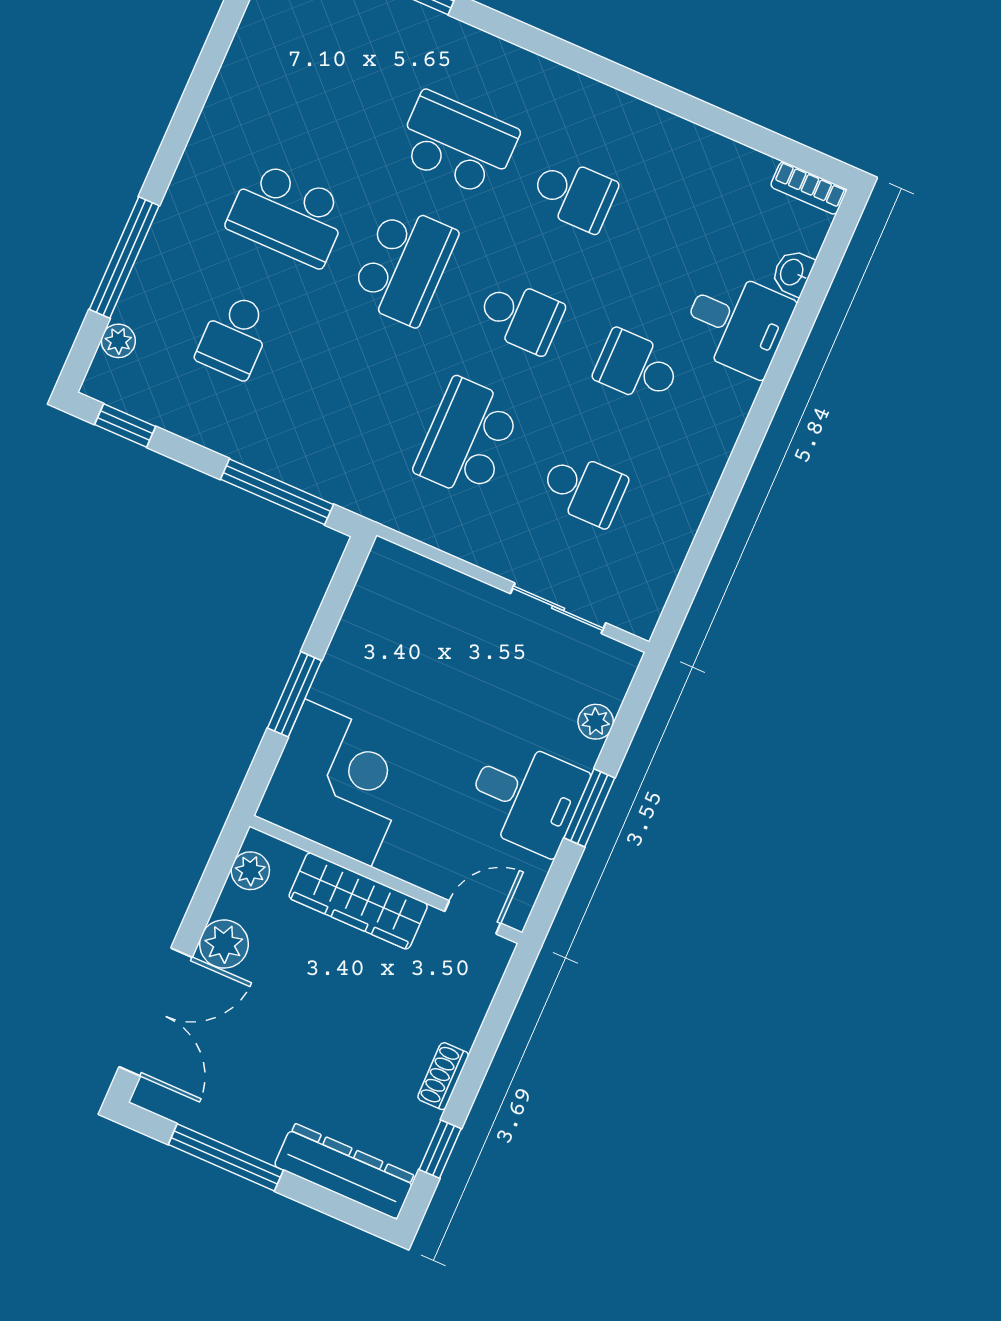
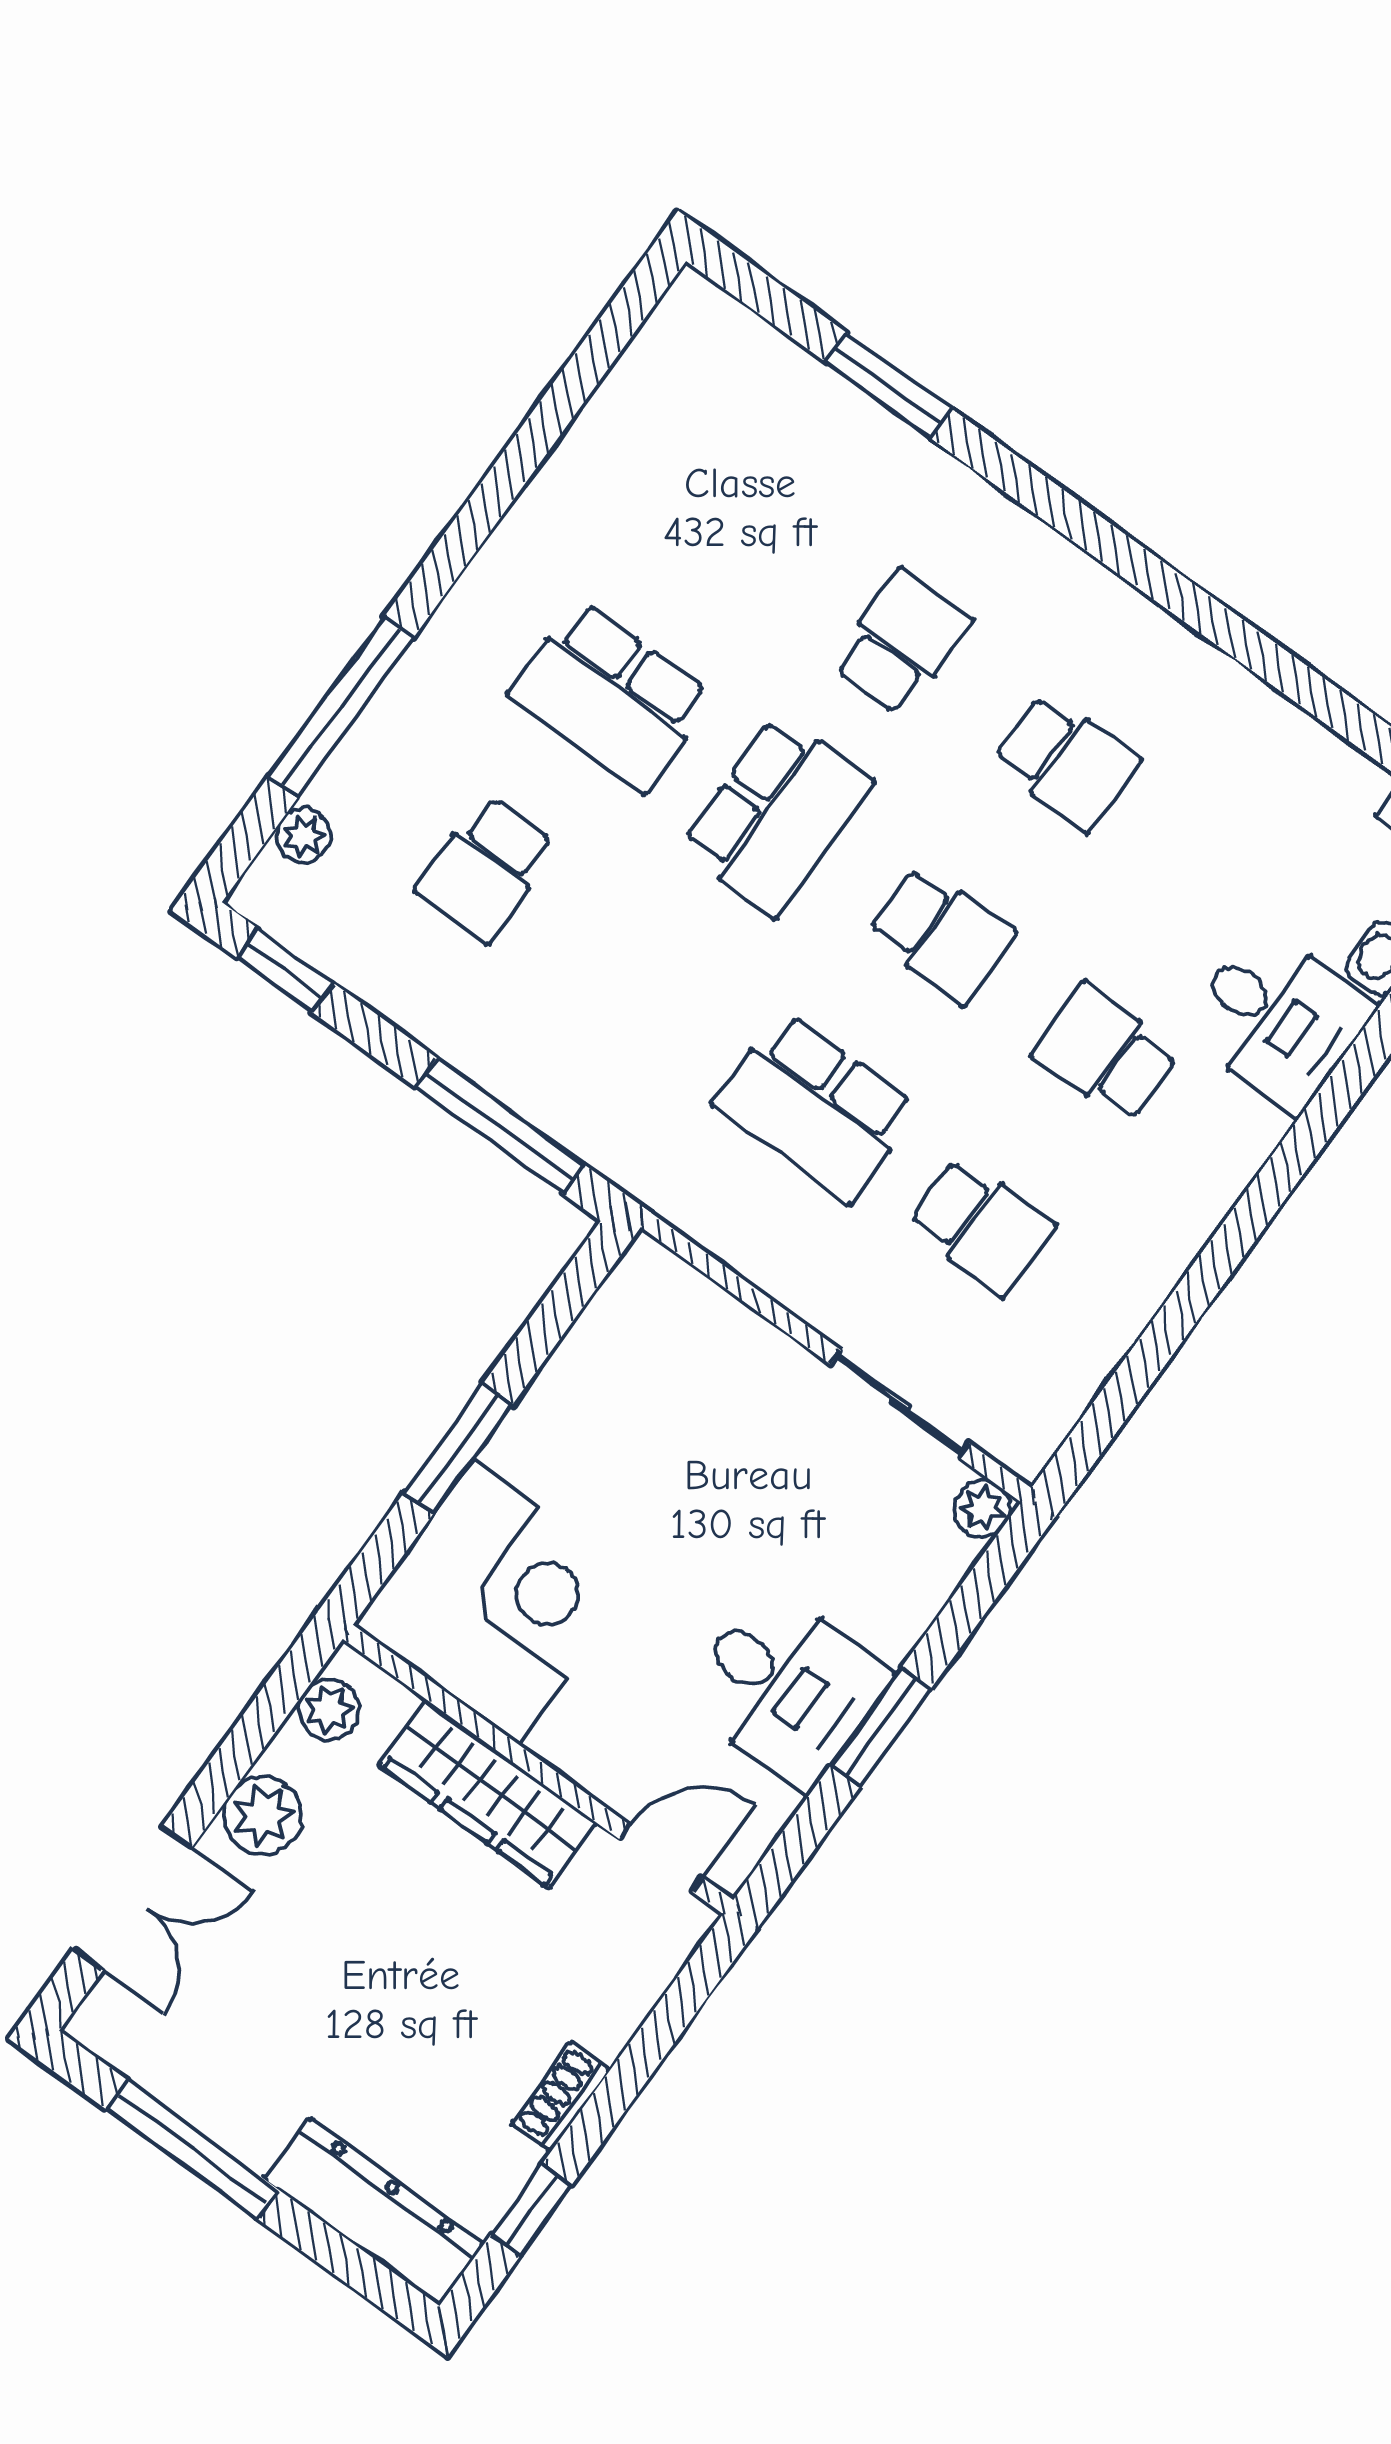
school desk: (457, 144) -> (901, 642), width x0.54
school desk: (467, 438) -> (816, 1107), turned -90
plant: (596, 722) -> (982, 1509), moved
double door: (156, 1012) -> (133, 1898), width x0.73

